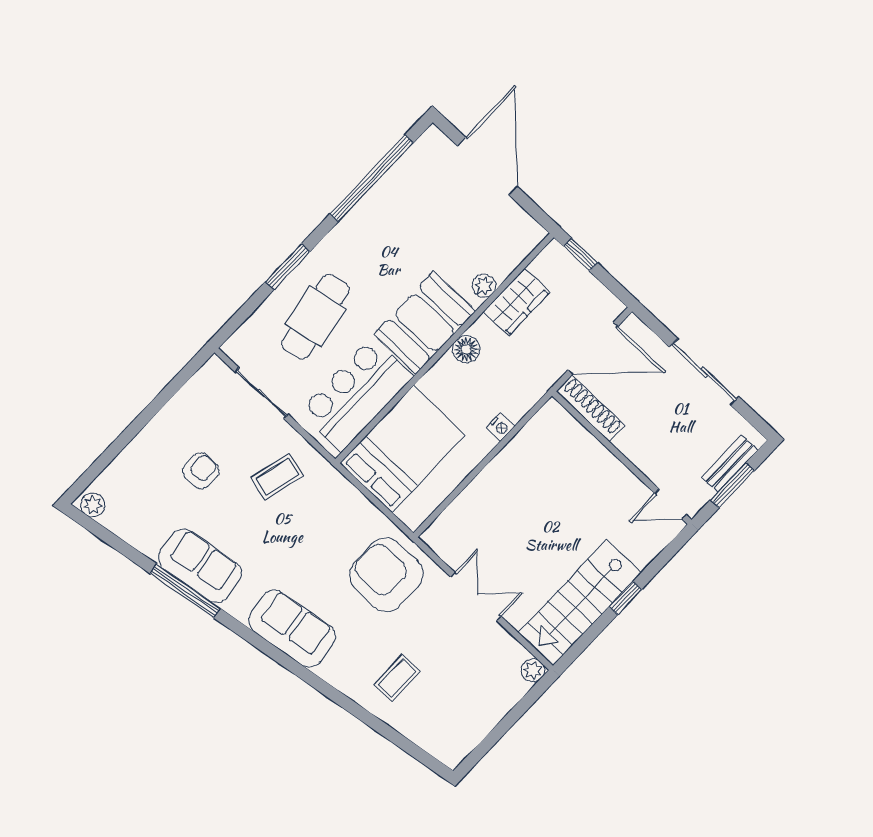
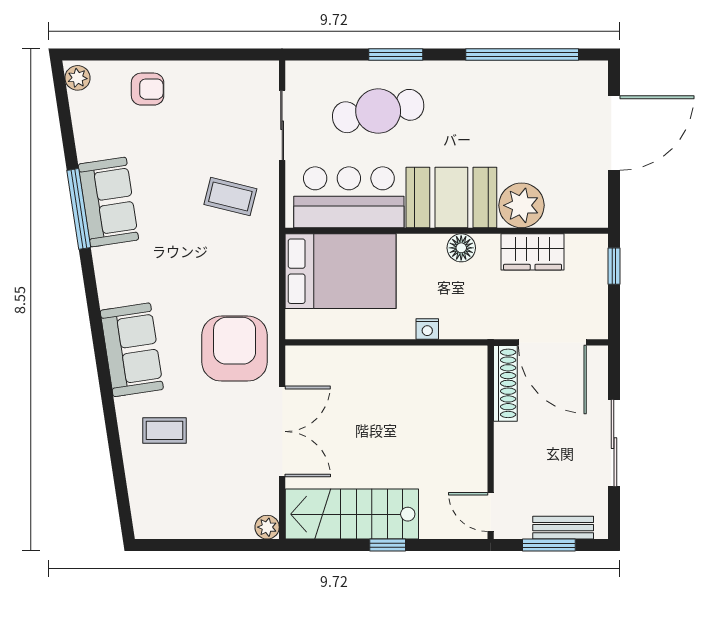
plant: (484, 286) -> (521, 205), width x1.88, depth x1.88
armchair: (201, 471) -> (148, 89), moved
double door: (476, 596) -> (282, 431), width x1.37
sofa: (292, 629) -> (132, 350), moved

